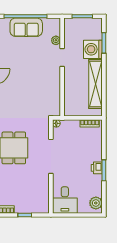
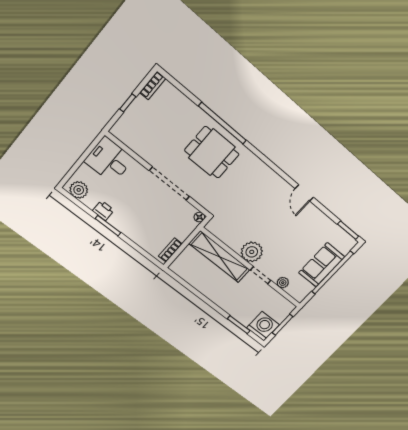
washing machine: (93, 49) -> (263, 326), moved
plant: (52, 75) -> (252, 252), added
shelving: (95, 84) -> (220, 257), moved
printer: (97, 168) -> (103, 210), moved

